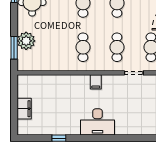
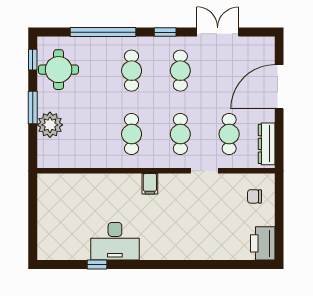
window: (14, 48) -> (33, 107), moved
filing cabinet: (24, 109) -> (47, 222), removed
desk: (97, 122) -> (115, 241), moved

